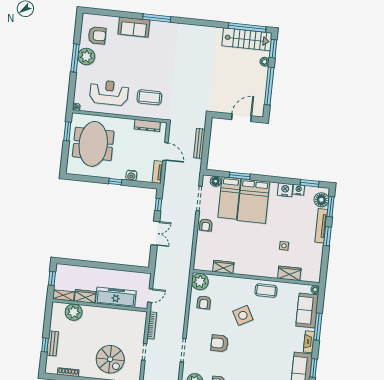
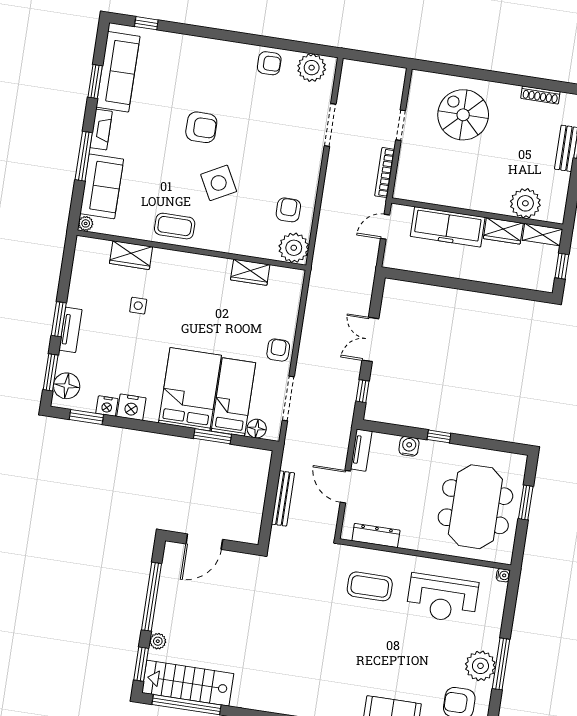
window: (67, 131) -> (526, 502), moved
tv unit: (321, 226) -> (70, 330), width x0.71
armchair: (220, 343) -> (201, 127), moved

